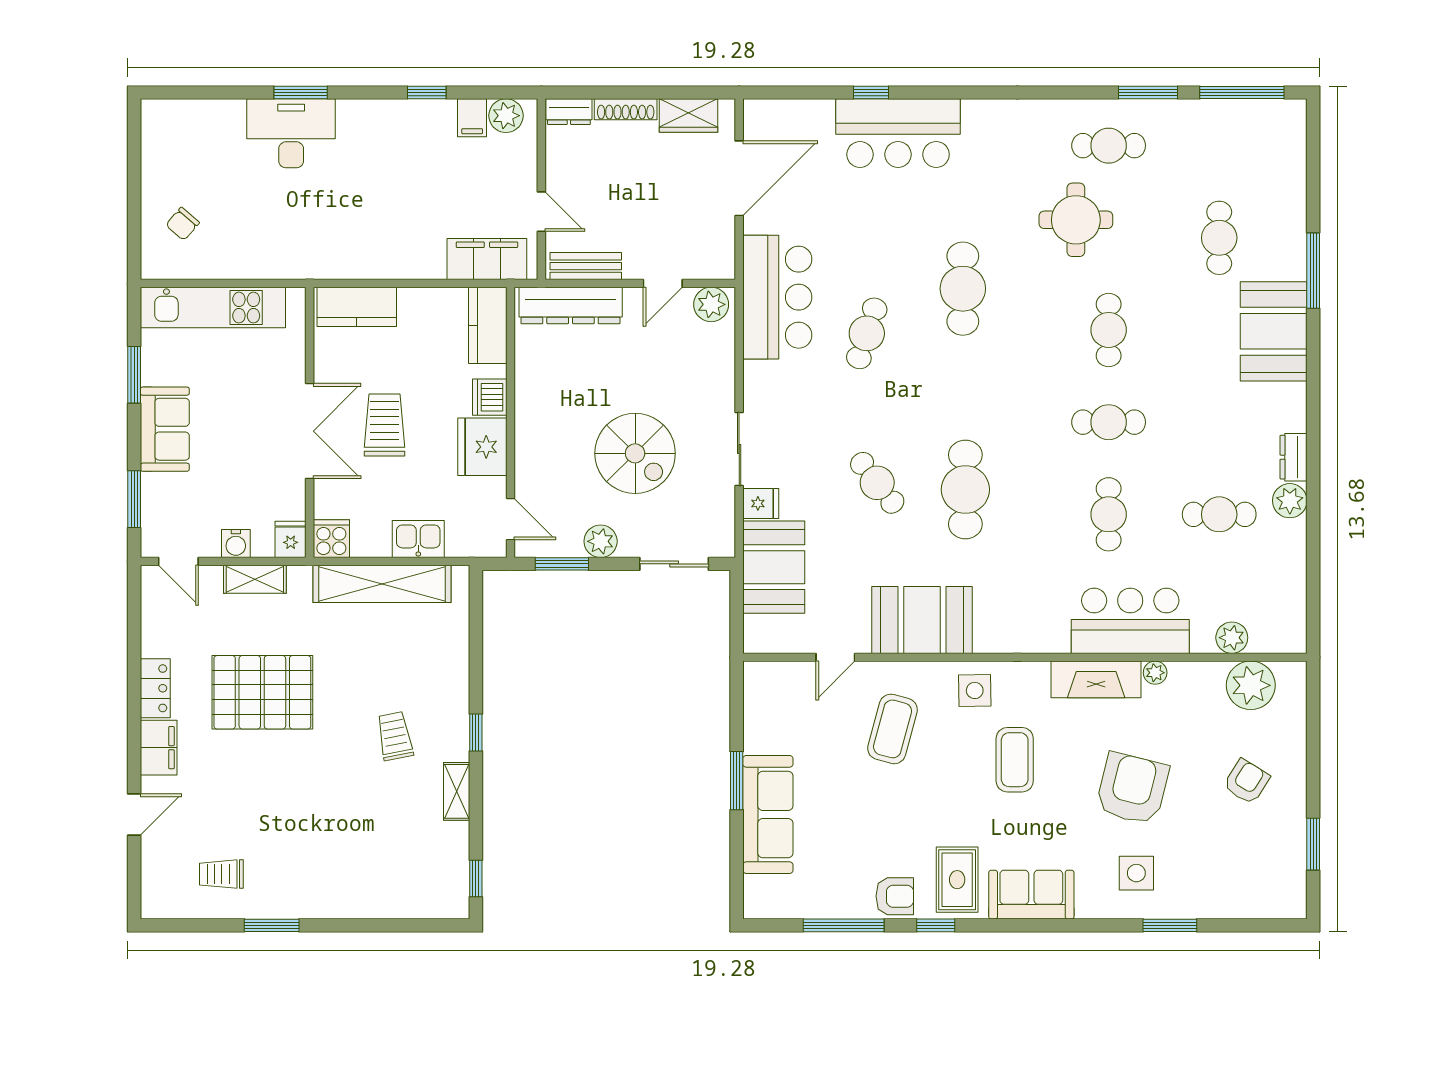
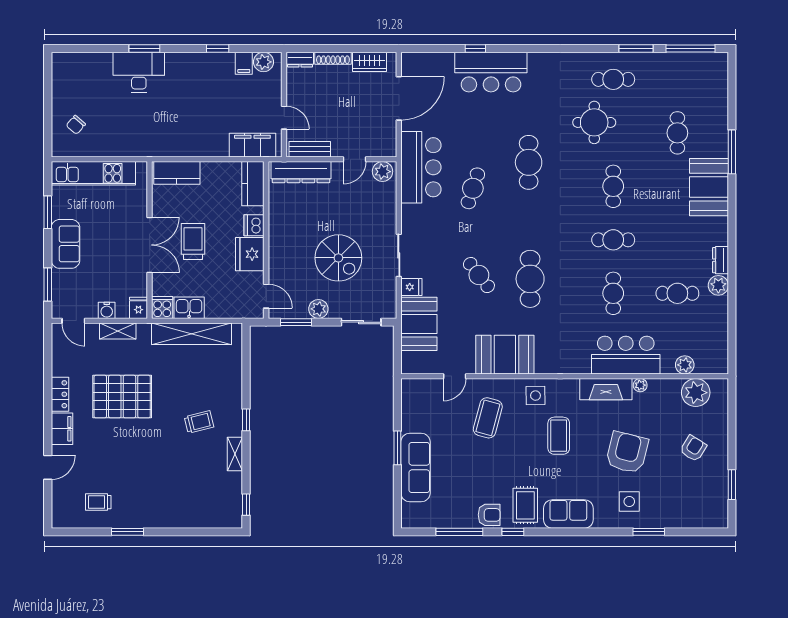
kitchen sink: (418, 539) -> (189, 308), moved
trolley: (395, 736) -> (199, 422), turned 87

